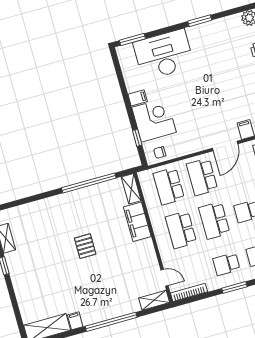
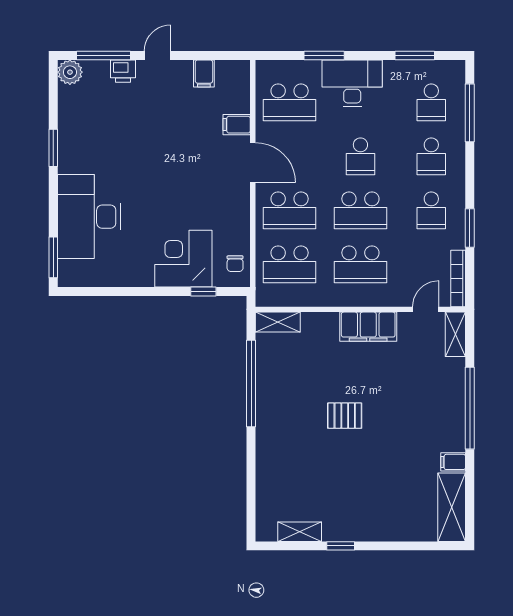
filing cabinet: (138, 98) -> (143, 274), removed
filing cabinet: (137, 222) -> (368, 327), moved
window: (234, 287) -> (470, 228), moved

